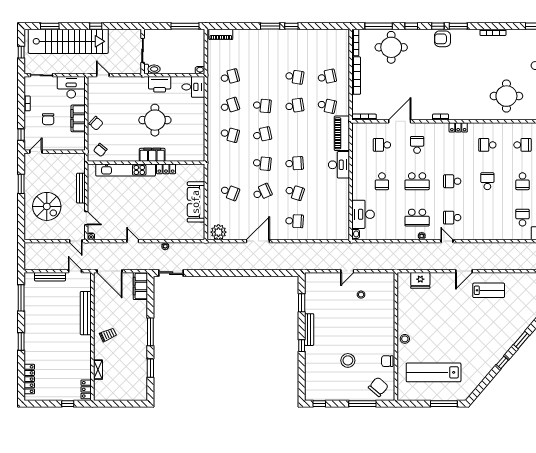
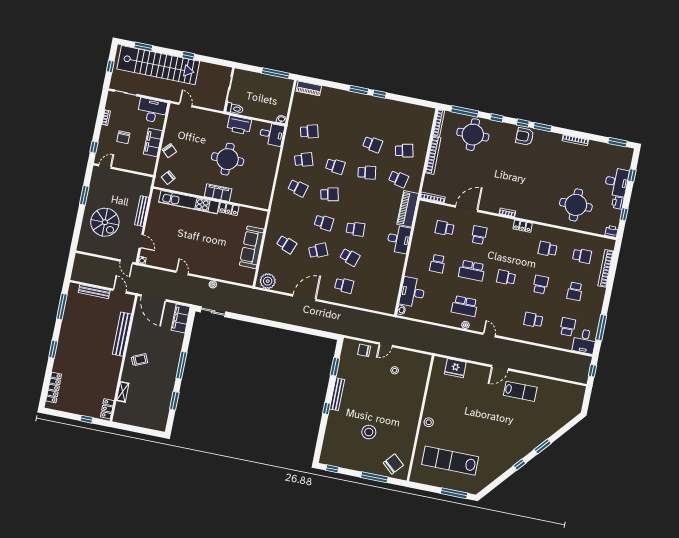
school desk: (452, 218) -> (533, 320), moved
chair: (387, 361) -> (364, 350), moved

